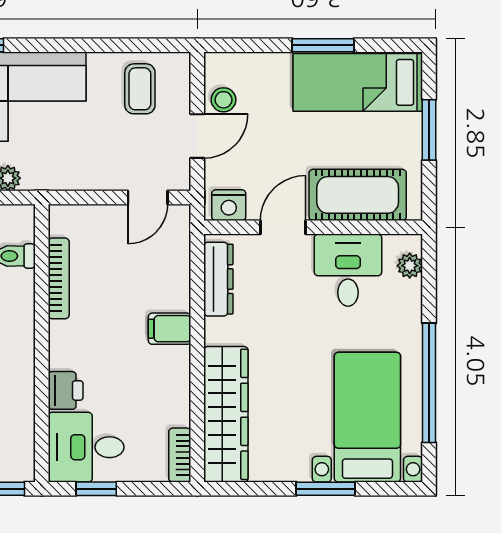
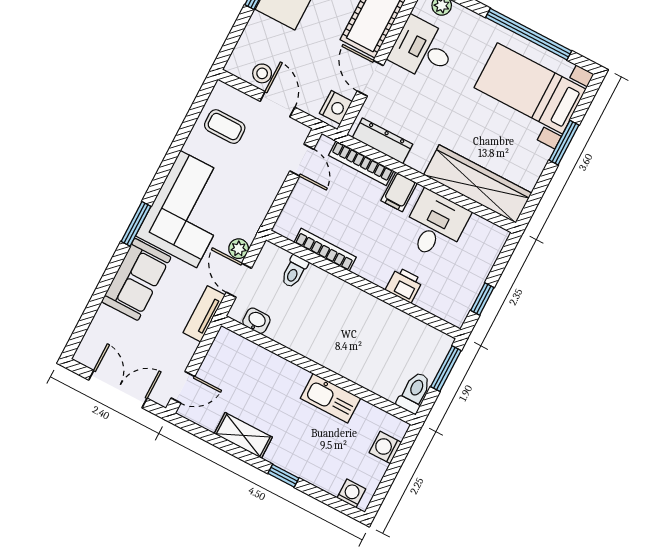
desk: (86, 447) -> (435, 225), moved, turned 180
bookcase: (180, 455) -> (361, 163), moved, width x1.56

